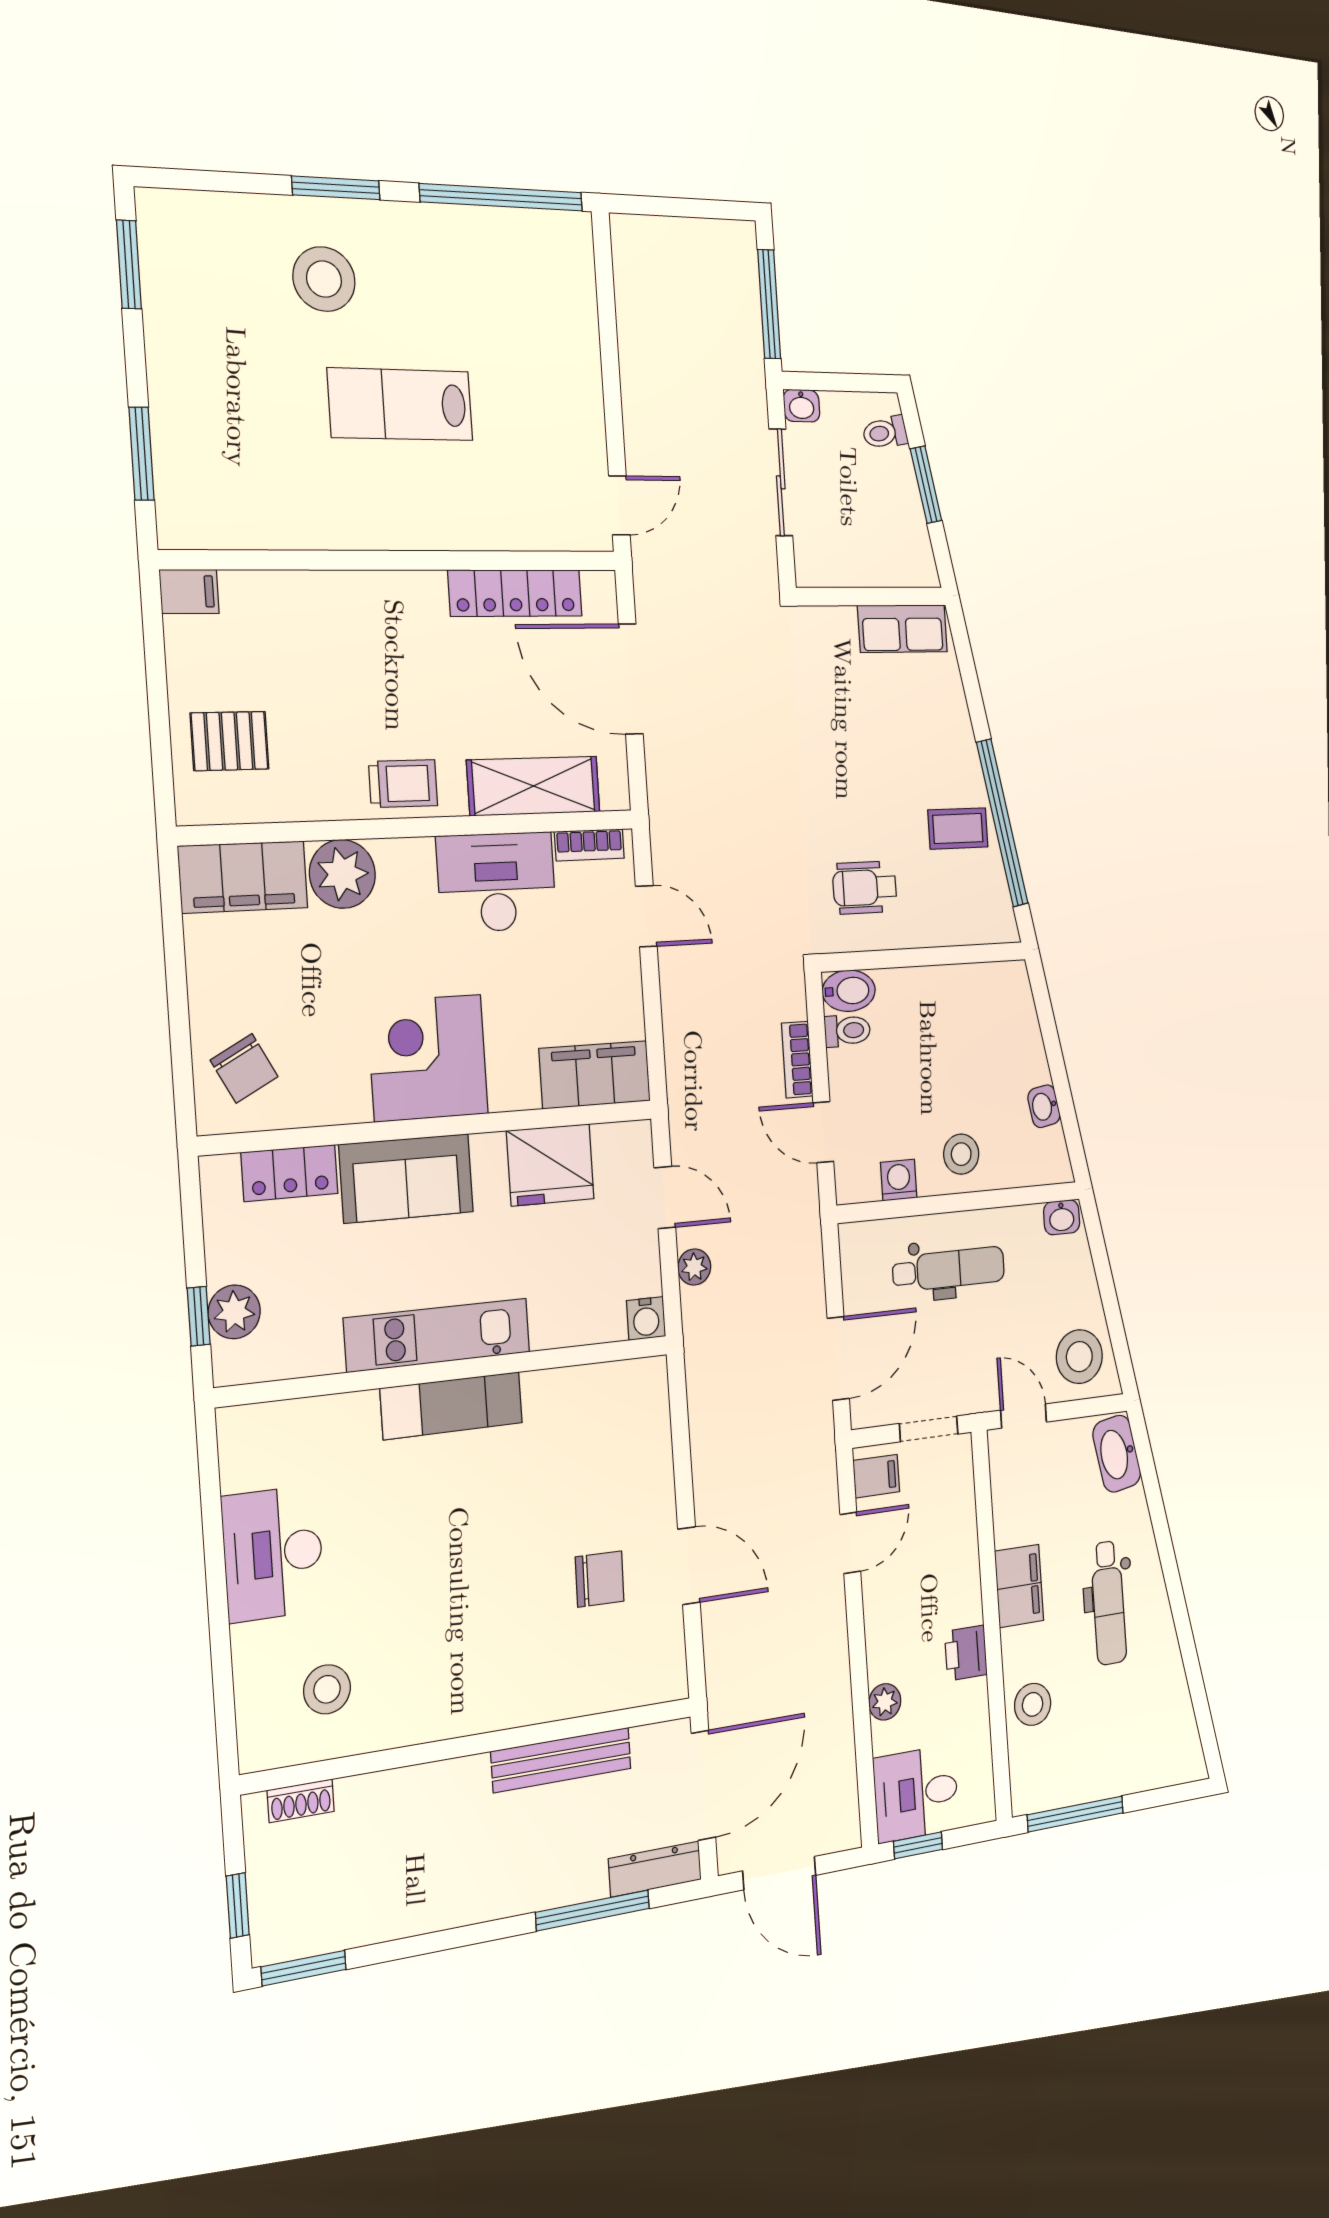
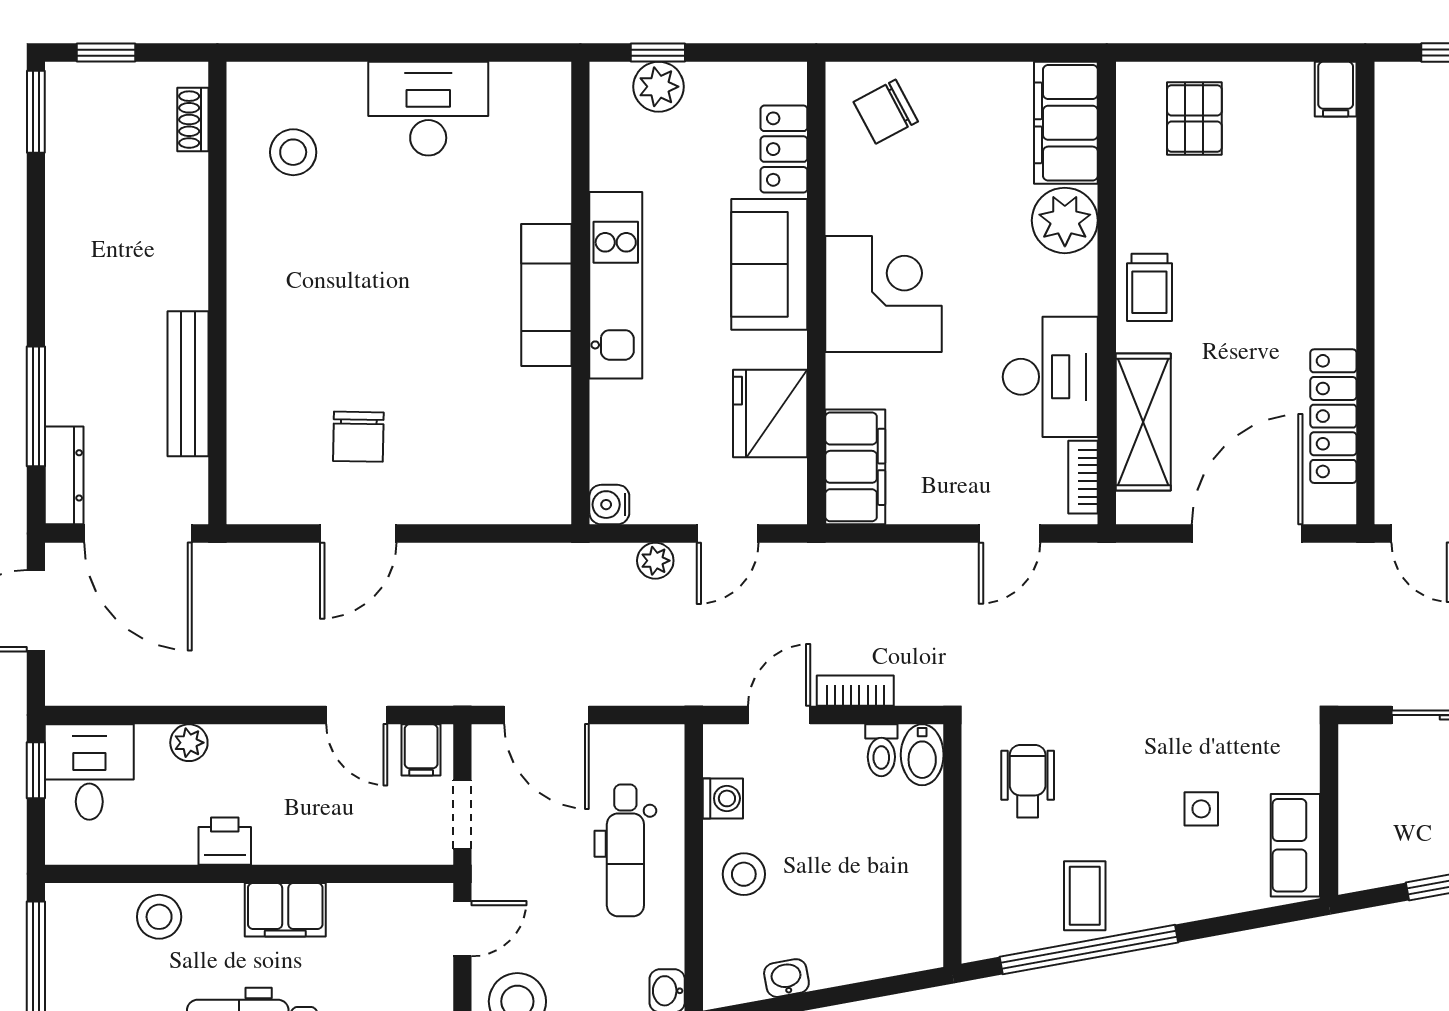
side table: (877, 720) -> (1201, 809), added

